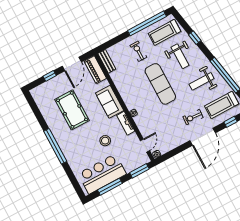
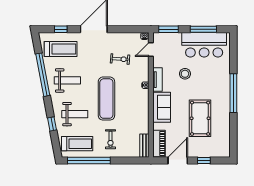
weight bench: (180, 56) -> (75, 114), turned 90
exercise bike: (193, 117) -> (120, 59), moved

